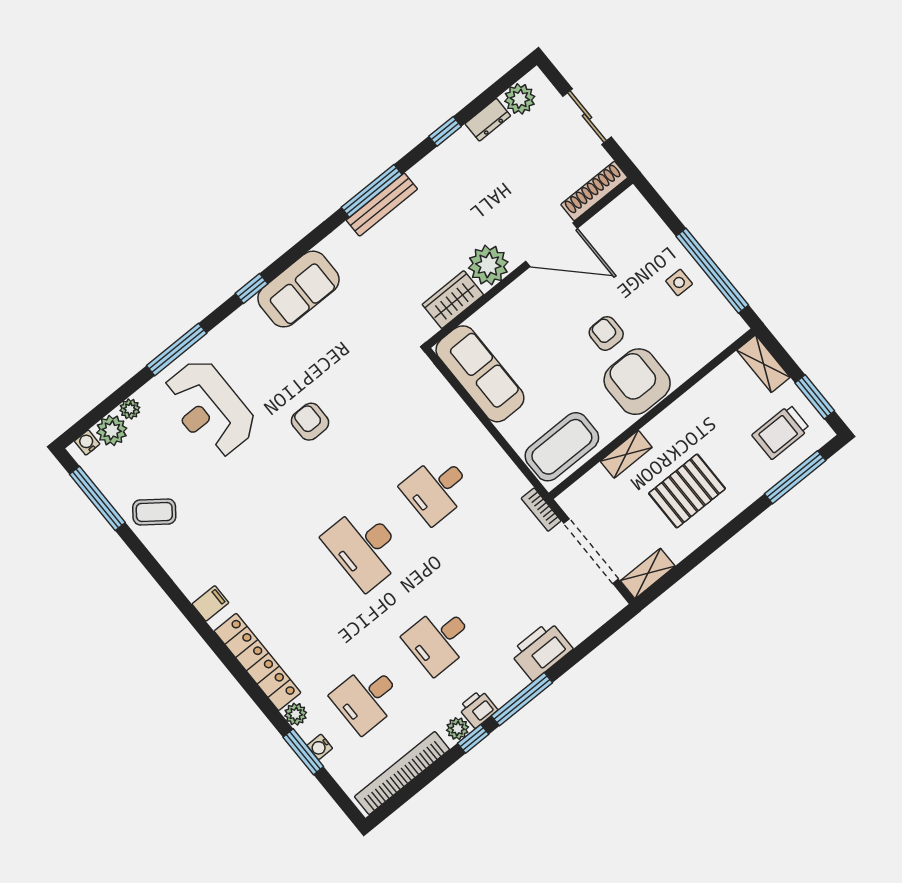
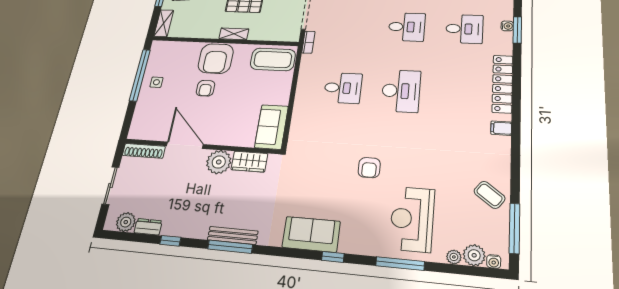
sofa: (480, 374) -> (271, 127), width x0.73
reception desk: (209, 408) -> (412, 219), turned 180
shelving: (626, 454) -> (234, 34), moved
plant: (296, 714) -> (505, 48), removed

